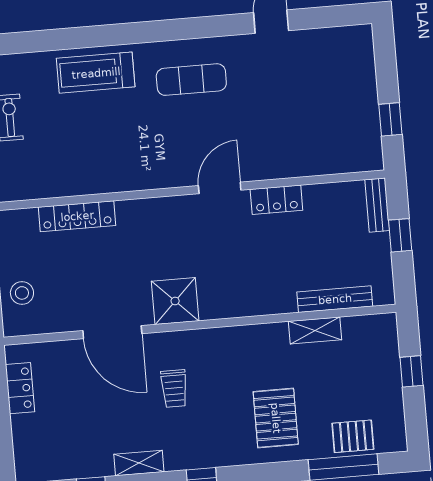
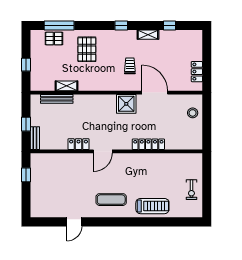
locker: (77, 216) -> (148, 144), moved

